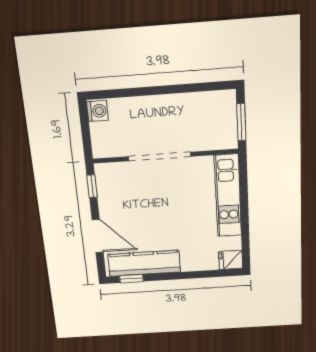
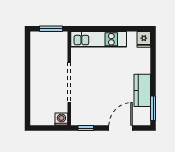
washing machine: (97, 111) -> (61, 119), moved
kitchen counter: (144, 263) -> (142, 90), width x0.67
window: (131, 279) -> (153, 108), width x1.50

